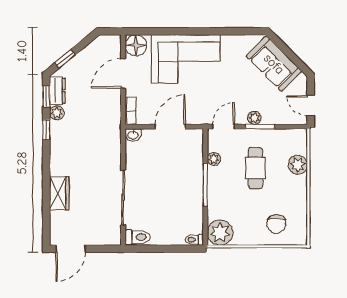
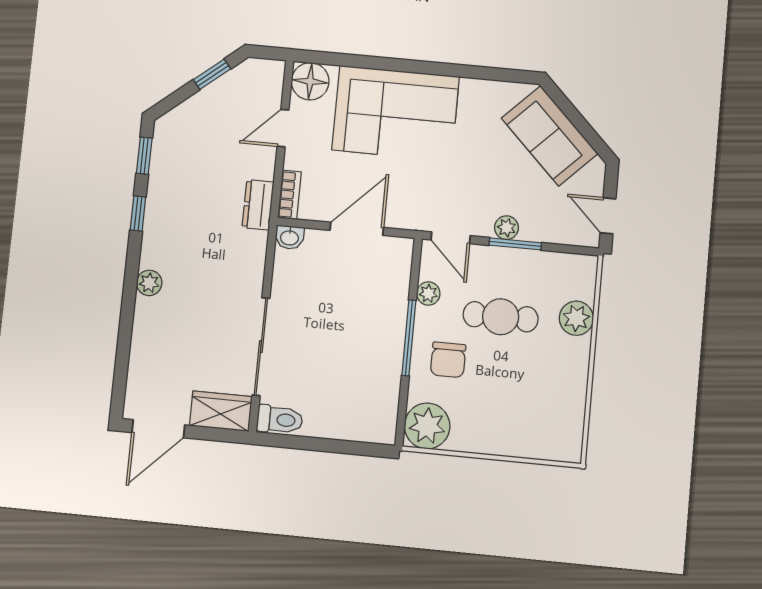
window: (65, 59) -> (212, 74), moved
door: (123, 73) -> (283, 128), width x0.73
dresser: (57, 91) -> (258, 205), moved, turned 180
plant: (57, 113) -> (149, 283), moved
door: (223, 127) -> (451, 238), swing flipped
cafe table: (255, 168) -> (501, 317), turned 90
wardrobe: (59, 193) -> (221, 411), moved, turned -90
chair: (276, 224) -> (448, 360), moved
toilet: (194, 240) -> (380, 434), removed

